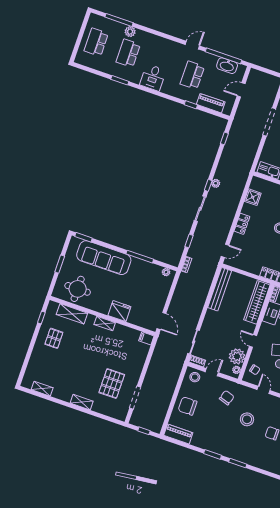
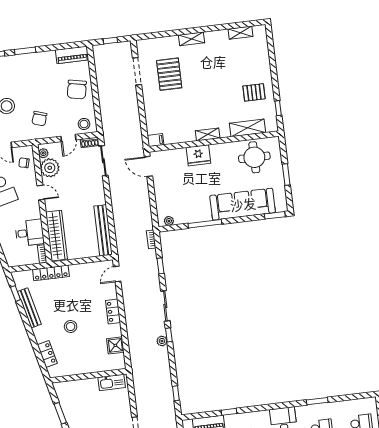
pallet: (54, 338) -> (254, 92), turned 90
chair: (188, 406) -> (77, 89), turned 101

